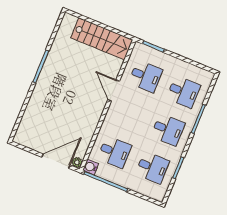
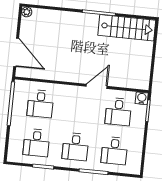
stairs: (102, 39) -> (127, 28), moved, turned -90
plant: (77, 162) -> (27, 12), moved
water cooler: (91, 167) -> (142, 98), moved

